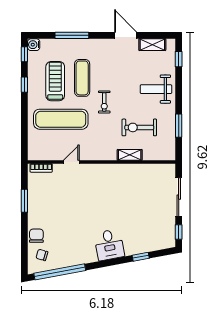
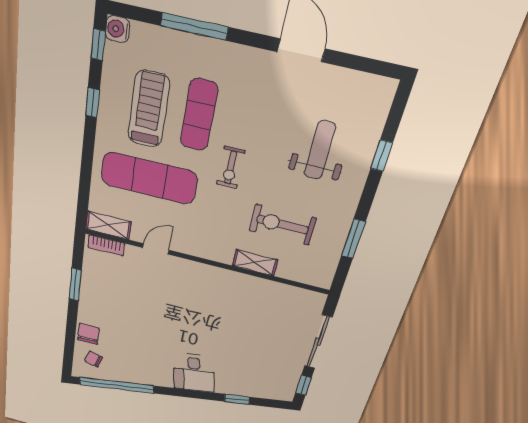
shelving: (152, 45) -> (108, 225), moved
window: (179, 59) -> (382, 156), moved
weight bench: (156, 89) -> (320, 150), moved, turned 90

